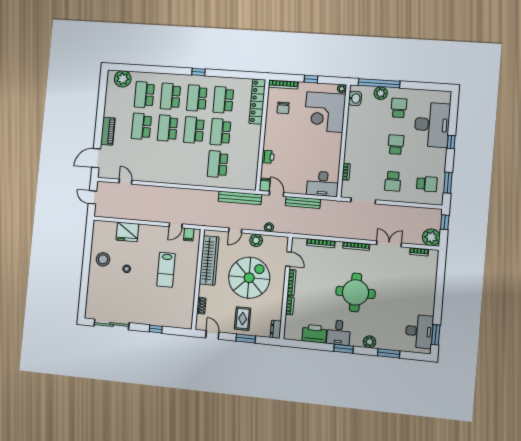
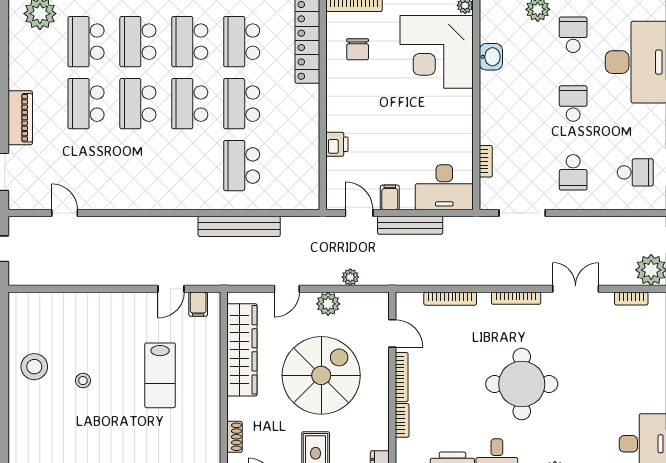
washbasin: (355, 98) -> (491, 57), moved
filing cabinet: (265, 185) -> (390, 197), moved
bench: (240, 198) -> (239, 226), moved
fridge: (127, 232) -> (78, 310), removed

